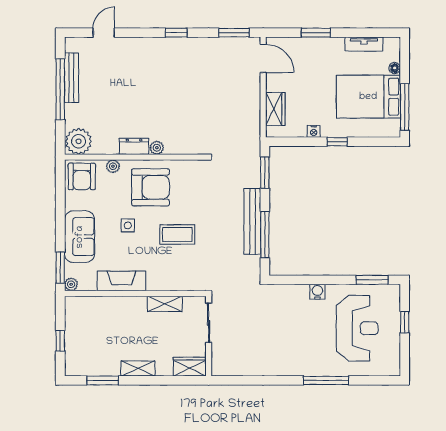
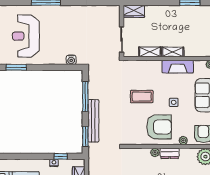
window: (337, 142) -> (61, 156), moved
armchair: (151, 187) -> (159, 127), turned 180
bench: (252, 221) -> (93, 121), moved
water cooler: (317, 292) -> (71, 60), moved
shelving: (138, 369) -> (173, 52), moved

